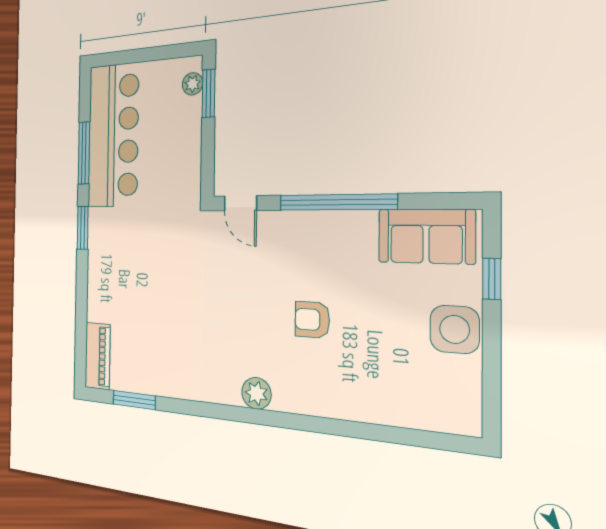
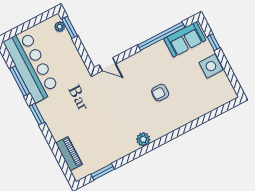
window: (337, 202) -> (161, 36), moved
piano: (98, 356) -> (69, 154), moved
plant: (256, 393) -> (143, 139), moved

